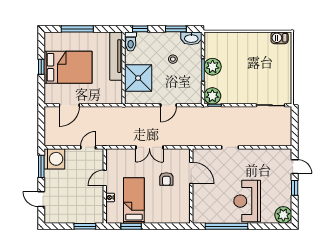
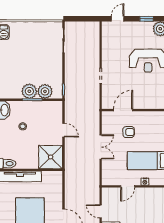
shower: (138, 78) -> (51, 157), moved
plant: (212, 96) -> (45, 91), moved
door: (88, 147) -> (101, 211), moved
door: (105, 178) -> (128, 186), hinge flipped
window: (295, 188) -> (147, 19), moved

